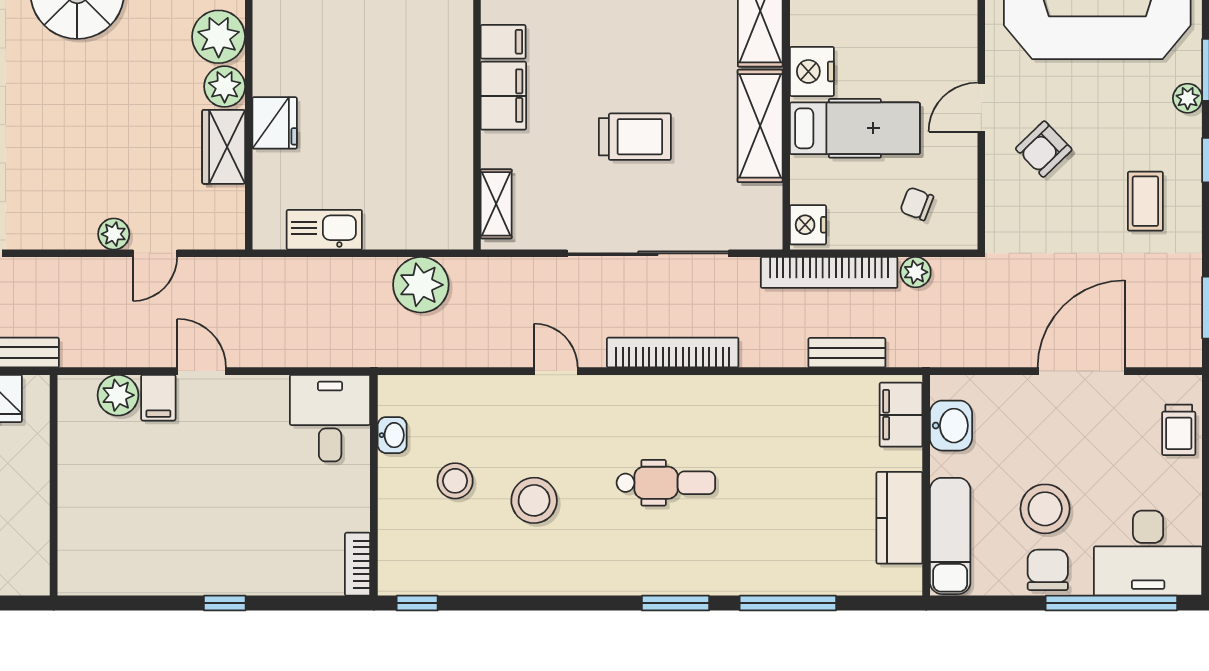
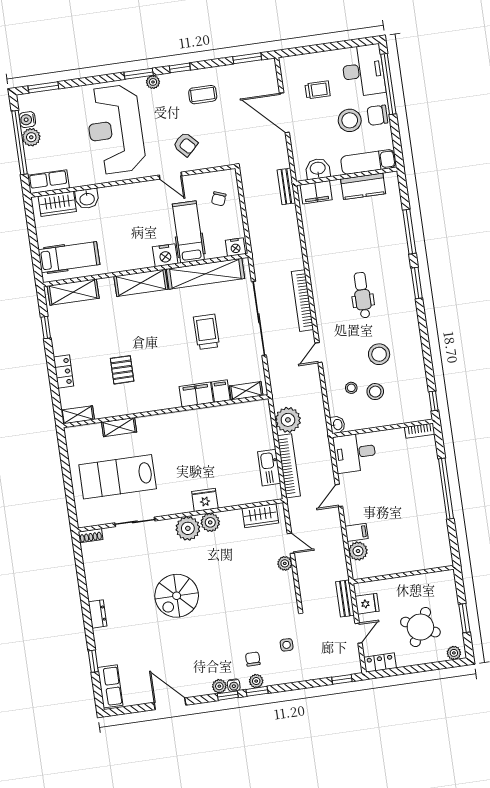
filing cabinet: (503, 42) -> (221, 391), moved
fridge: (275, 123) -> (205, 500), moved
shelving: (760, 126) -> (205, 274), width x1.47
wardrobe: (224, 147) -> (260, 516), moved
bookcase: (829, 272) -> (289, 466), moved
plant: (916, 272) -> (250, 195), removed
bench: (847, 353) -> (286, 186), moved
door: (202, 371) -> (339, 495), moved
trolley: (1179, 430) -> (318, 90), moved
stool: (470, 431) -> (351, 388), added
washbasin: (392, 435) -> (337, 425), moved, turned 90
window: (225, 603) -> (446, 489), width x3.17

